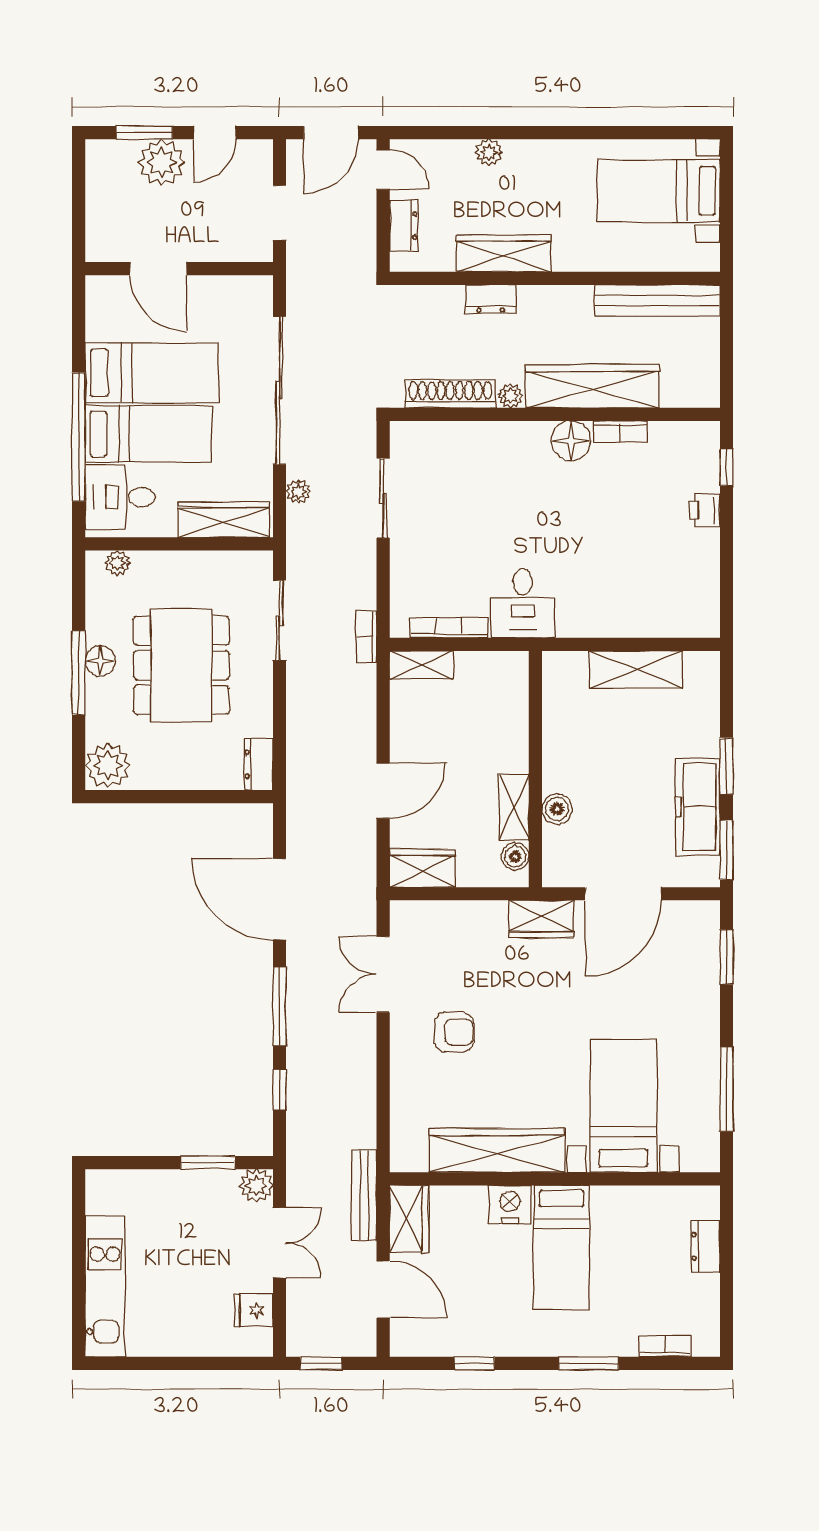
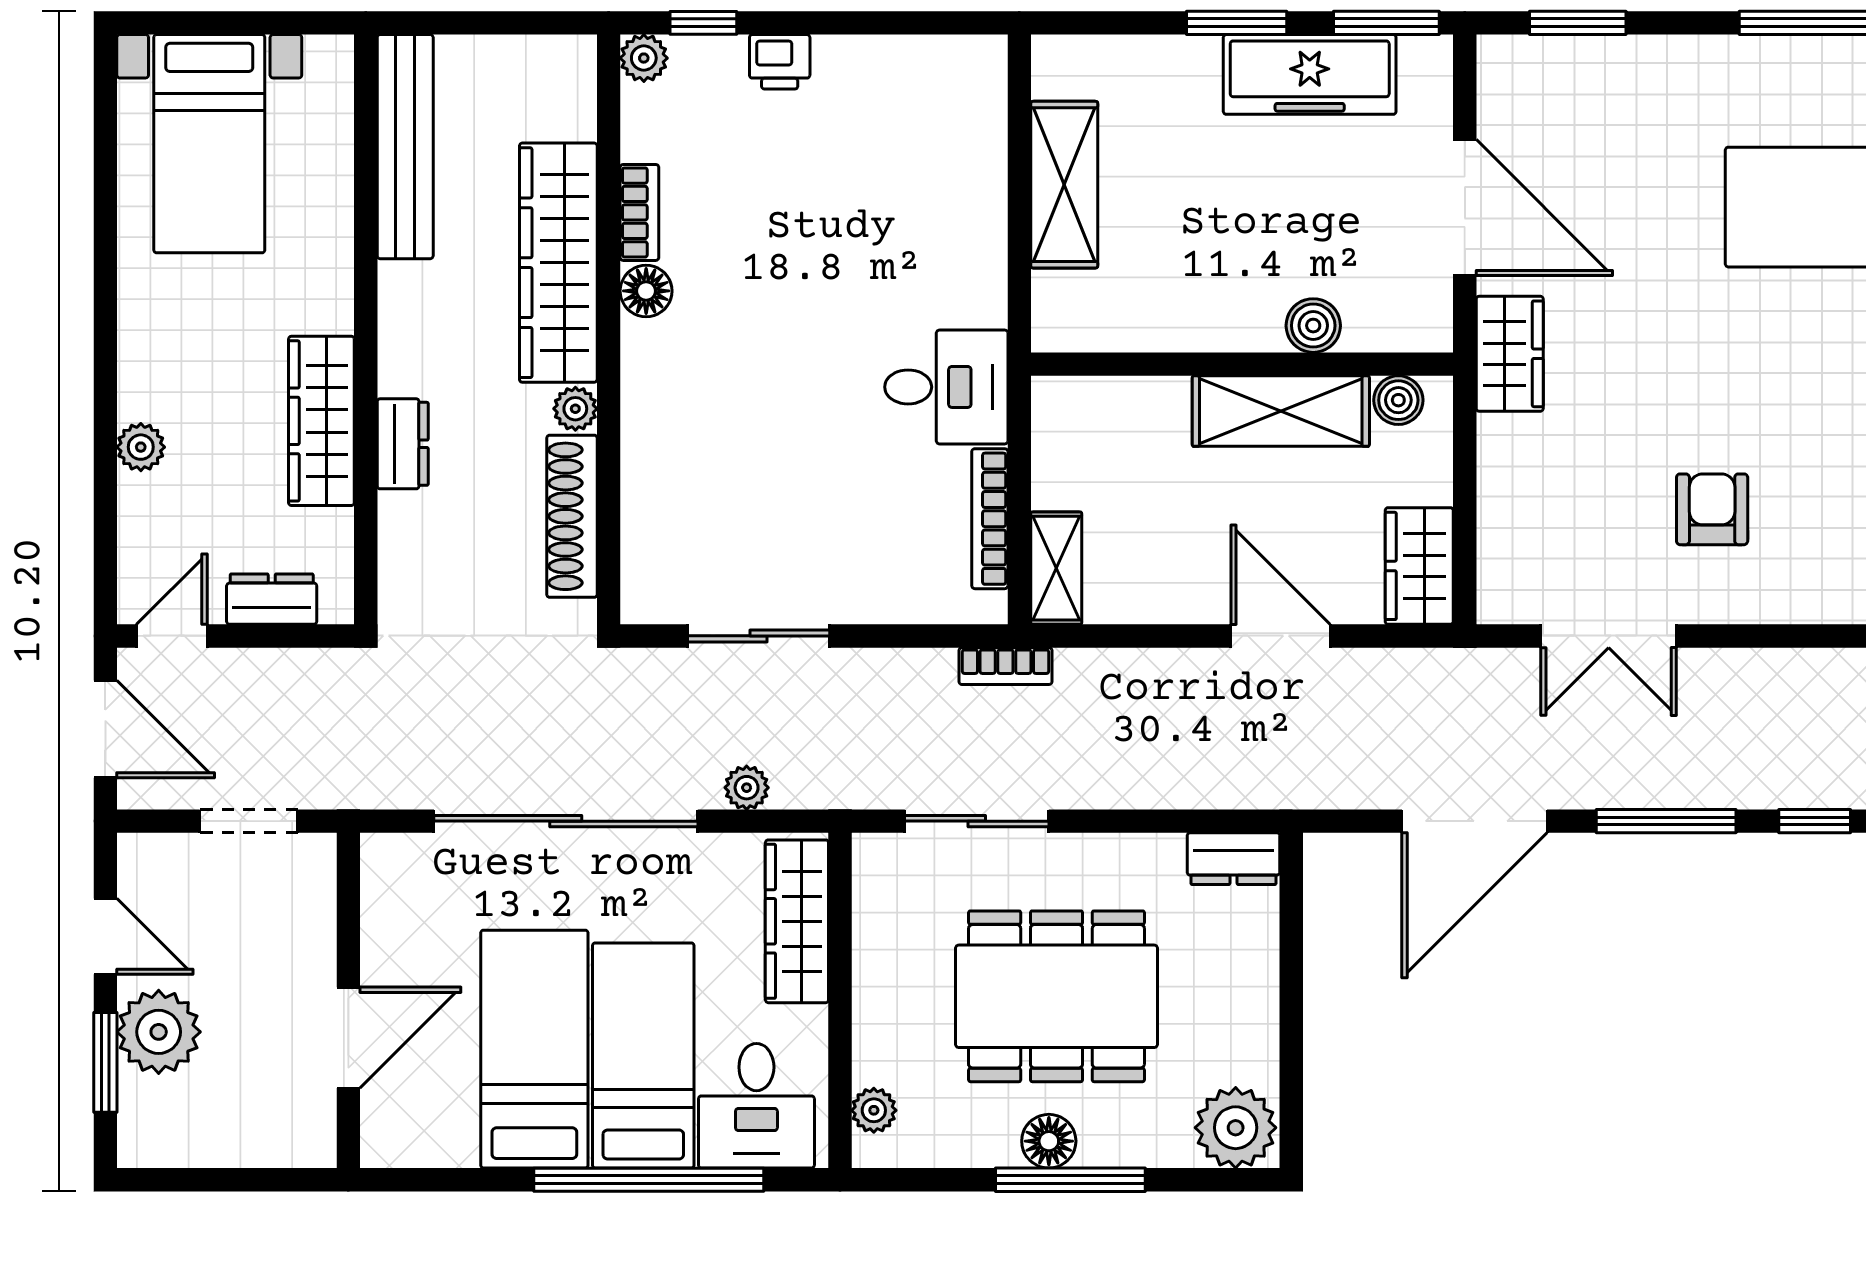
plant: (707, 434) -> (644, 58), added
floor lamp: (571, 441) -> (646, 291), width x0.73, depth x0.73
shelving: (514, 807) -> (1281, 411), width x1.50, depth x1.33

